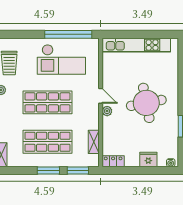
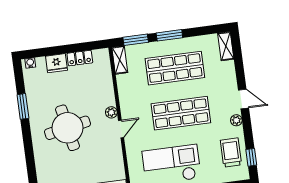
door: (101, 96) -> (121, 129), swing flipped
shelving: (94, 142) -> (120, 60), moved
locker: (113, 161) -> (80, 58), moved

